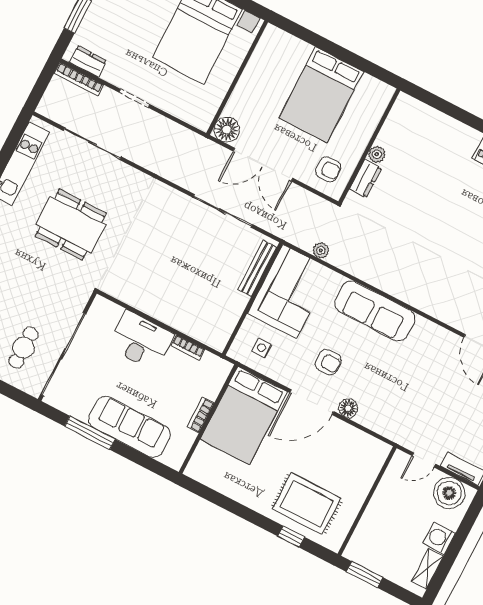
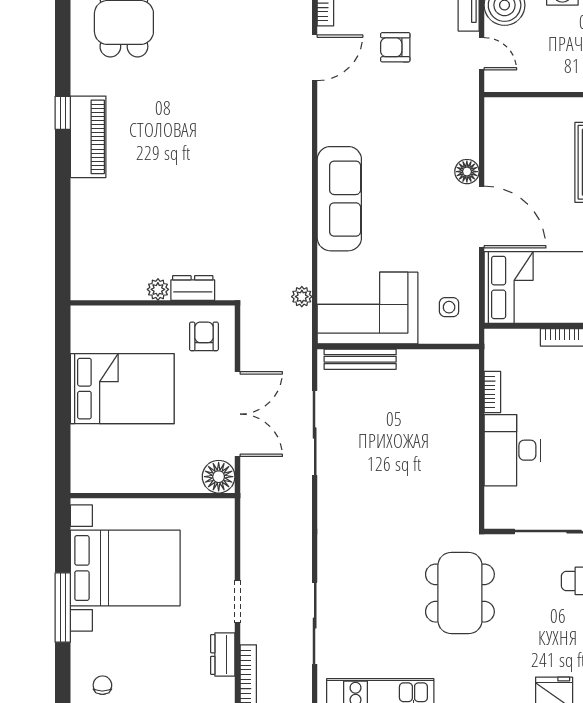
dresser: (88, 62) -> (223, 655), moved
dining table: (71, 225) -> (460, 593), moved
armchair: (328, 362) -> (395, 47), moved, turned -90

